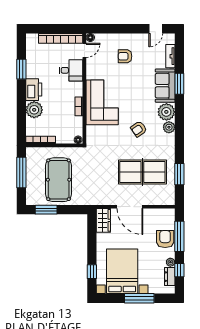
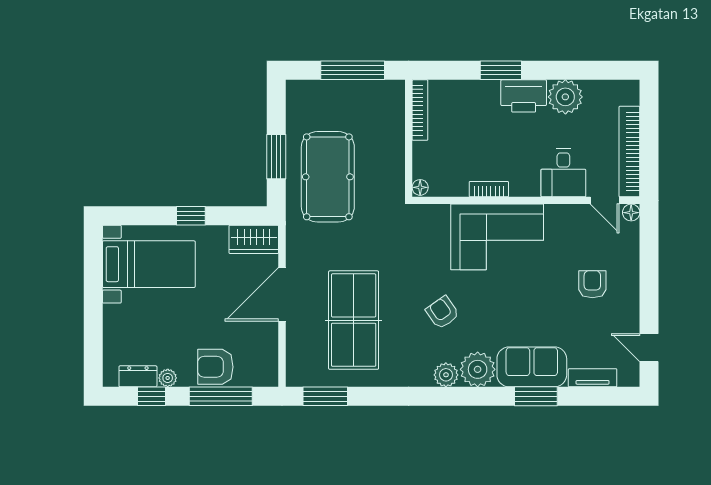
window: (21, 69) -> (501, 70), moved
plant: (34, 110) -> (565, 97), moved
window: (179, 174) -> (325, 396), moved
pool table: (59, 180) -> (328, 177), moved, turned 90
window: (46, 210) -> (276, 157), moved
armchair: (165, 239) -> (215, 367), turned 180
bed with nightstands: (122, 271) -> (149, 264), width x0.73
window: (92, 272) -> (191, 216), moved
window: (139, 298) -> (93, 314), removed

